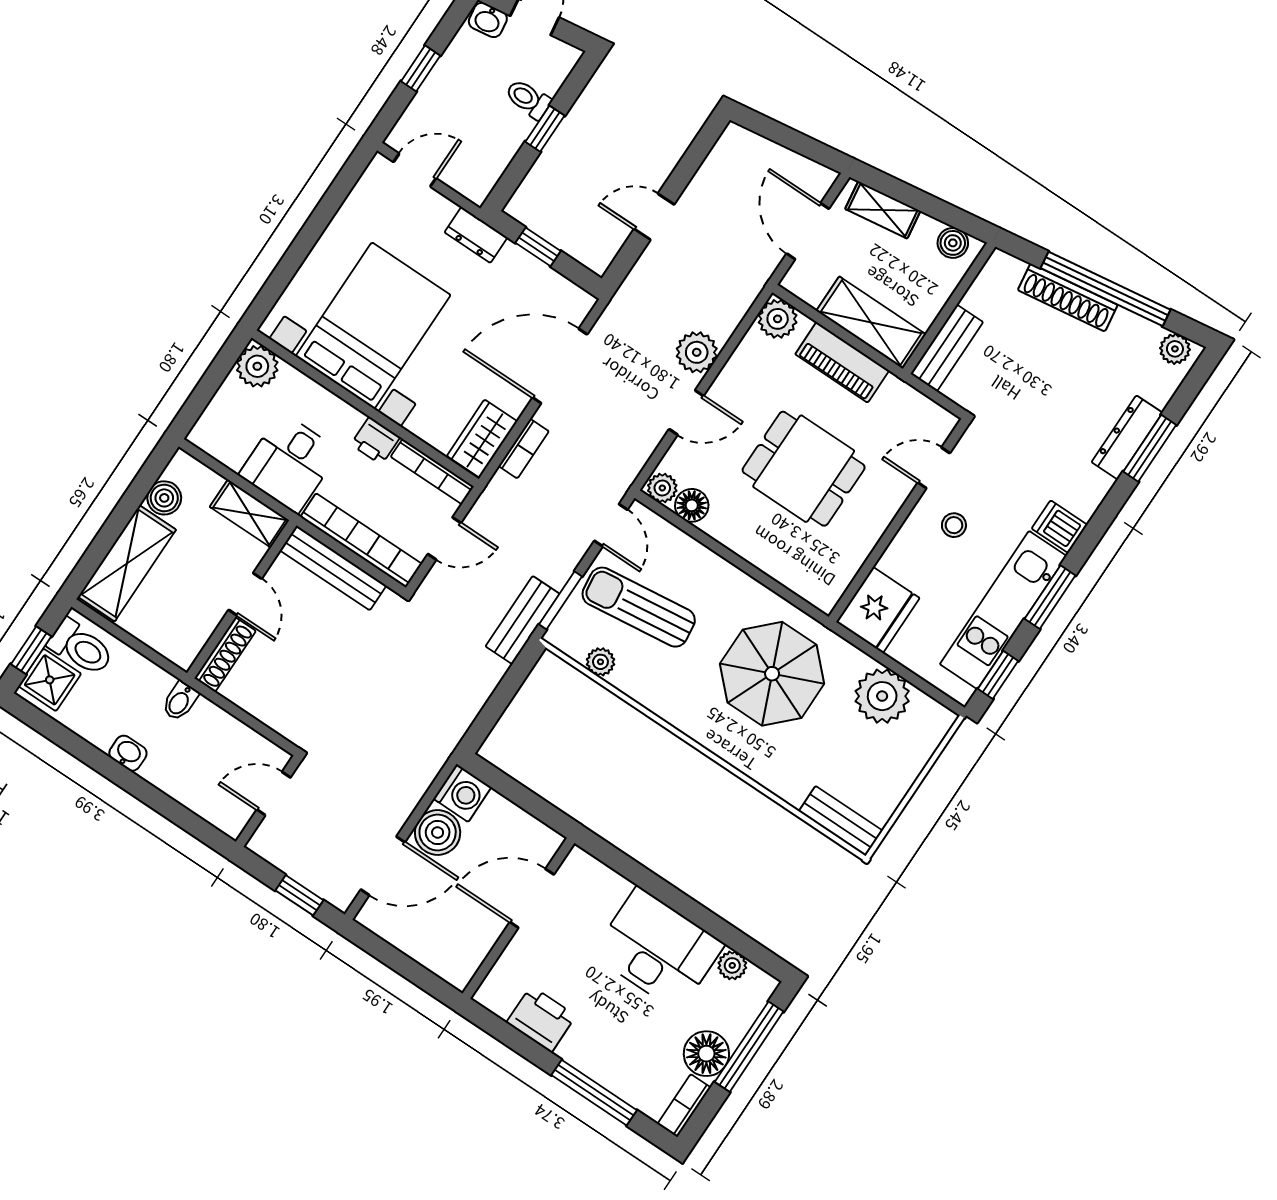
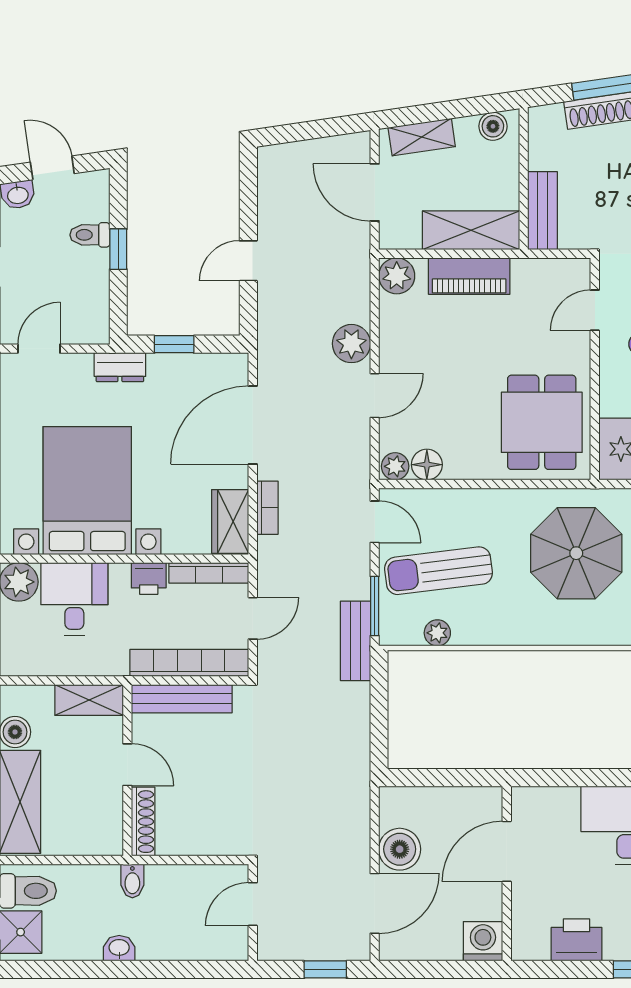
desk: (289, 463) -> (74, 599), moved, turned 180
dining table: (804, 469) -> (542, 422), moved, turned 90
washing machine: (462, 793) -> (483, 941), moved, turned -90

